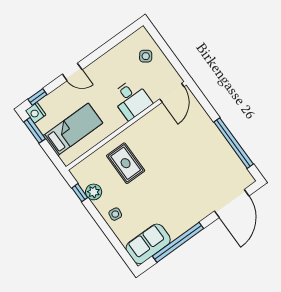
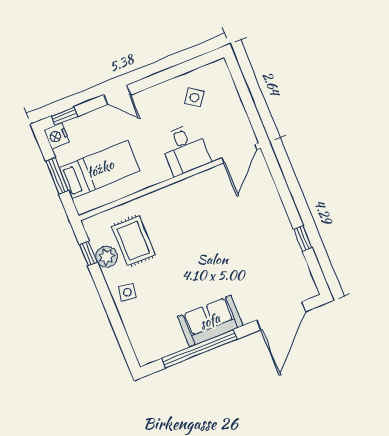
side table: (146, 56) -> (194, 98), moved
window: (35, 130) -> (57, 176), moved
window: (234, 143) -> (303, 238), width x0.32
rug: (126, 163) -> (133, 241), moved
sofa: (148, 244) -> (210, 321), moved

